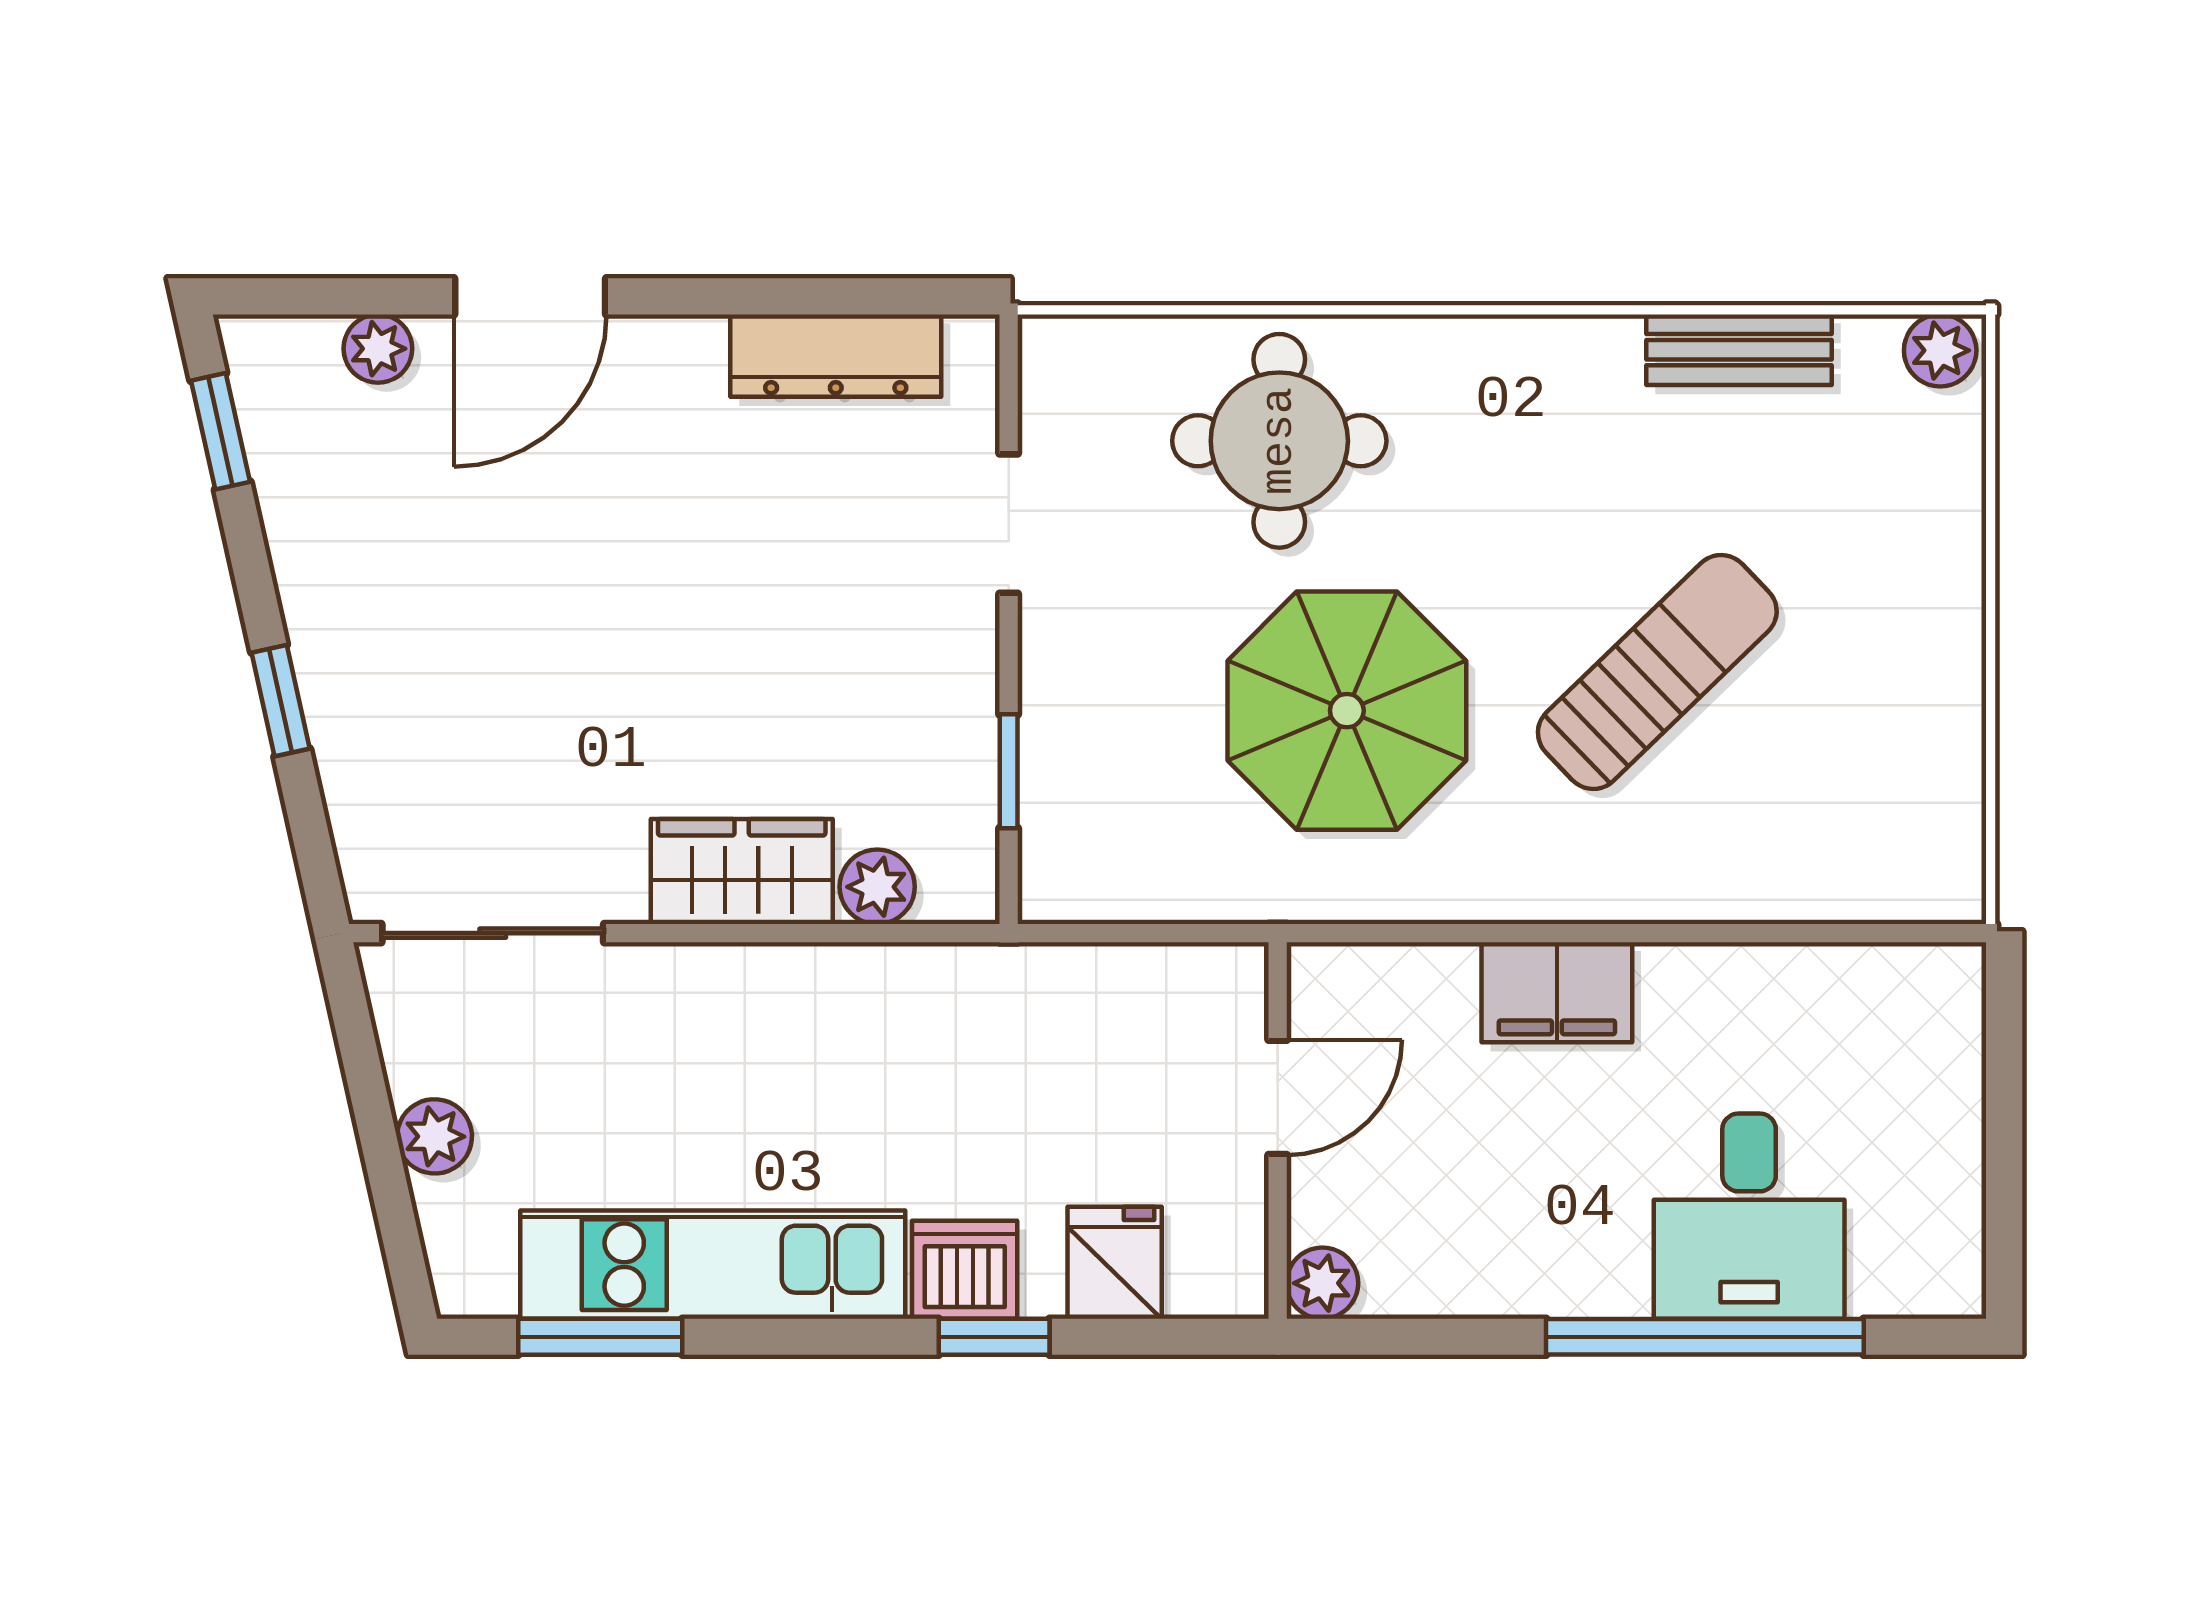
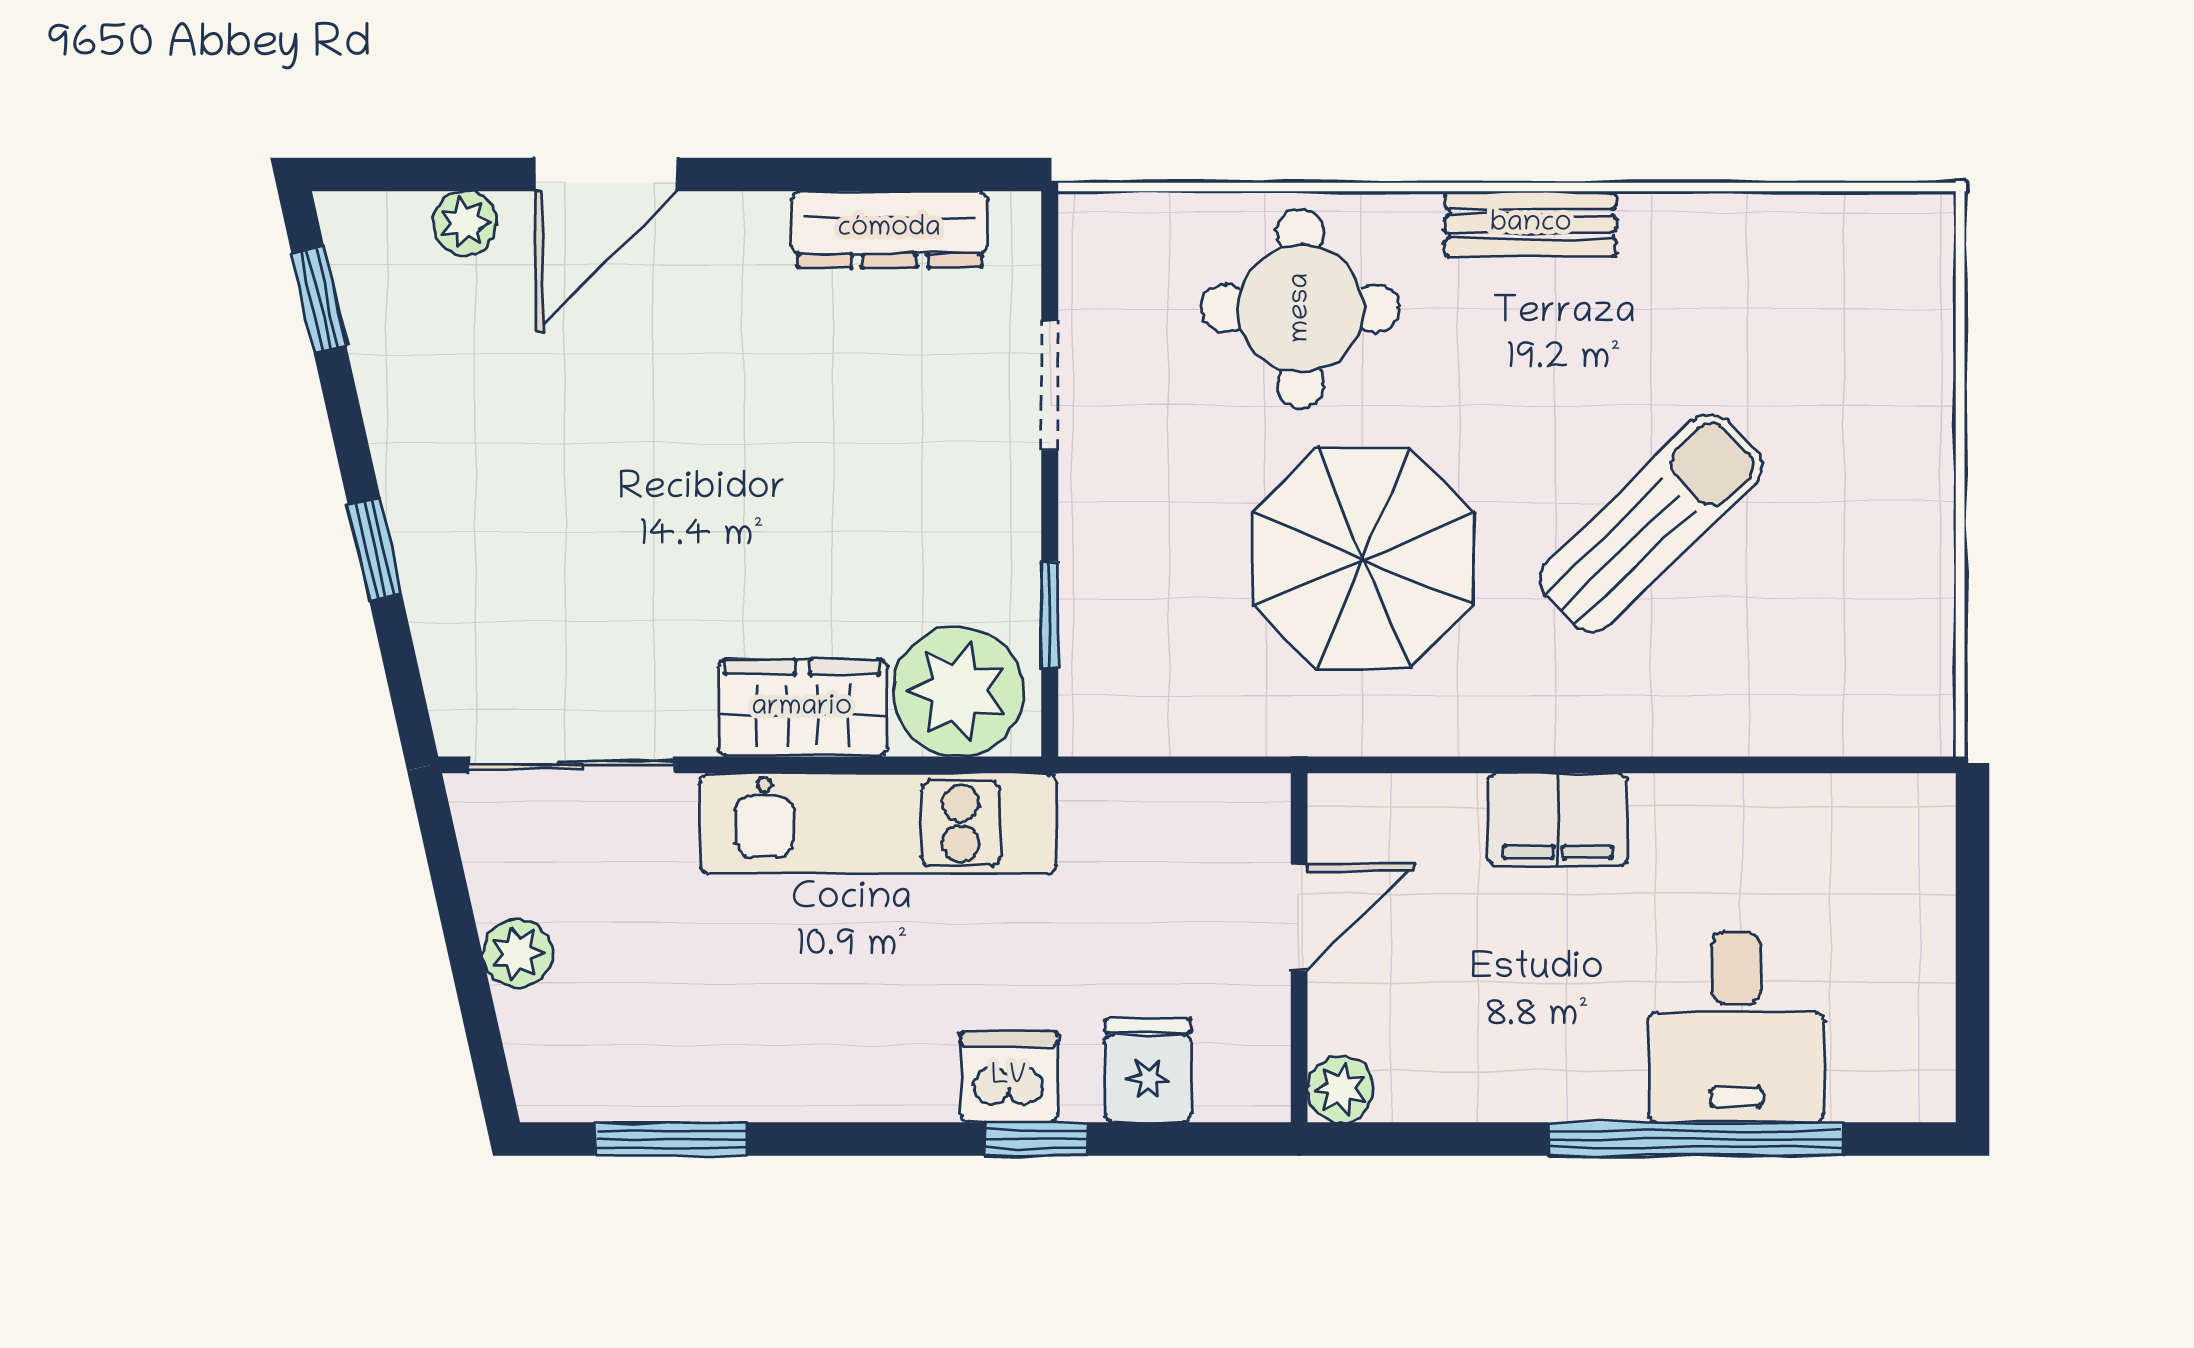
bench: (1739, 350) -> (1531, 224), moved
plant: (1940, 350) -> (1913, 225), removed
plant: (877, 887) -> (958, 691), width x1.88, depth x1.88
kitchen unit: (713, 1265) -> (878, 823), moved, turned 180

